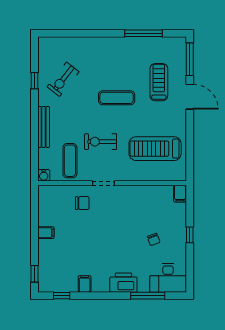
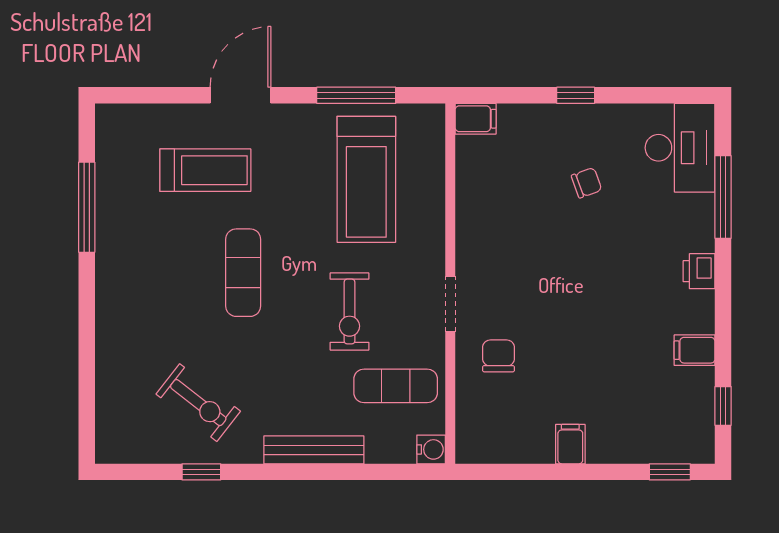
window: (190, 59) -> (356, 95), moved
treadmill: (159, 82) -> (205, 170), turned 180
printer: (123, 283) -> (699, 271), width x0.53, depth x0.68

